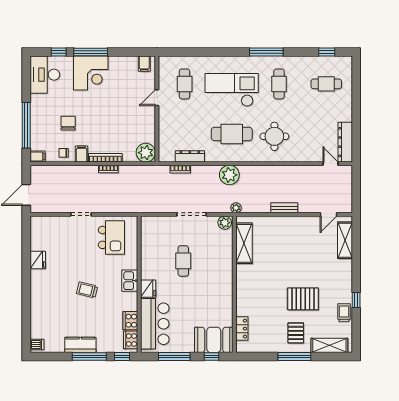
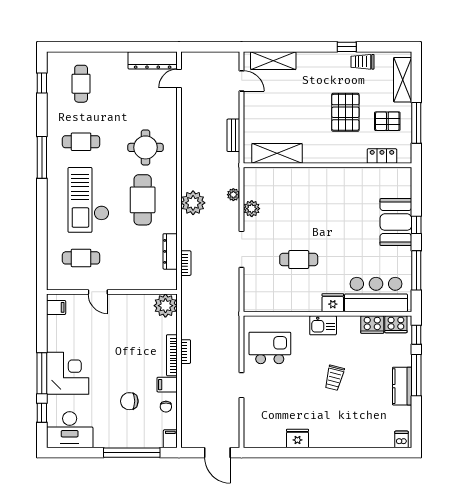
shelving: (244, 243) -> (277, 153), moved
wall: (234, 284) -> (328, 165), moved
locker: (242, 329) -> (382, 156), moved

